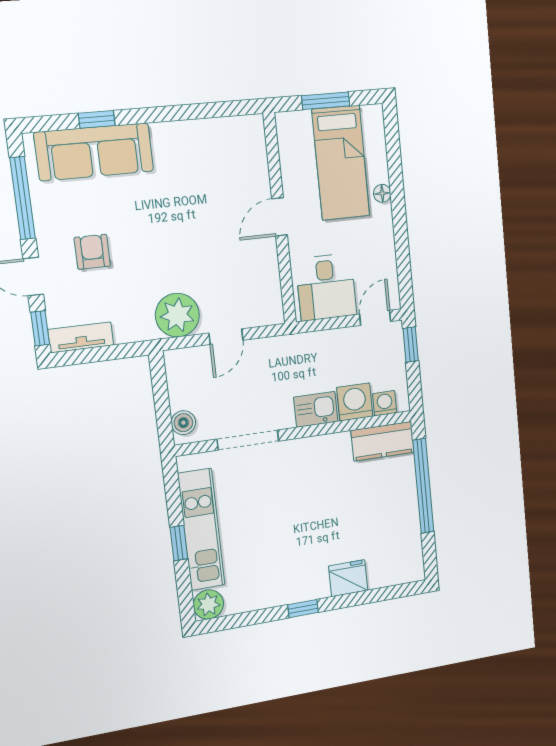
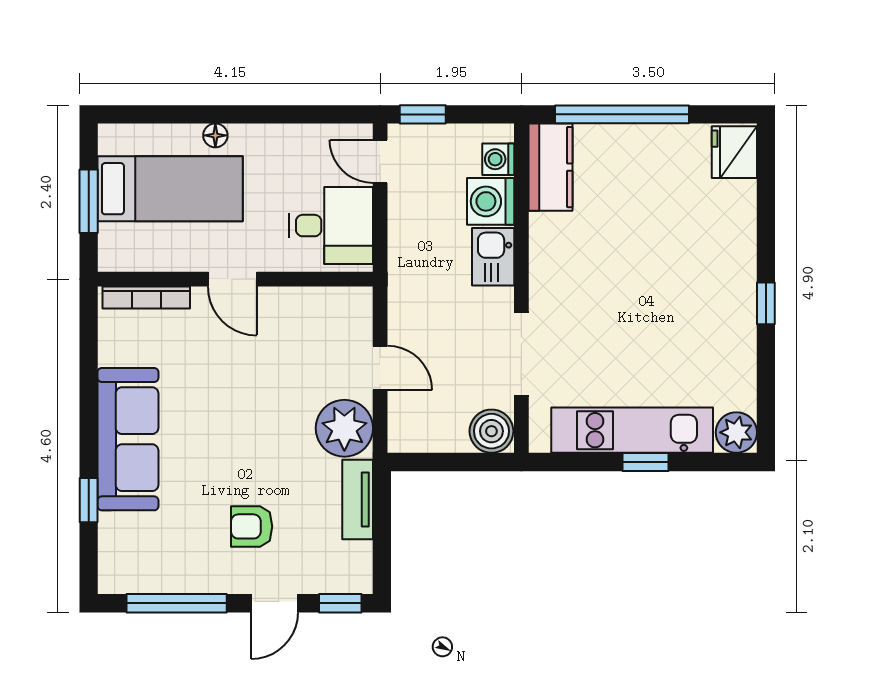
sofa: (94, 152) -> (128, 439), moved
bookcase: (259, 152) -> (146, 298), added
tv unit: (81, 337) -> (358, 499), moved
boiler: (183, 423) -> (491, 431), width x1.36, depth x1.36
fridge: (348, 578) -> (734, 152), moved

